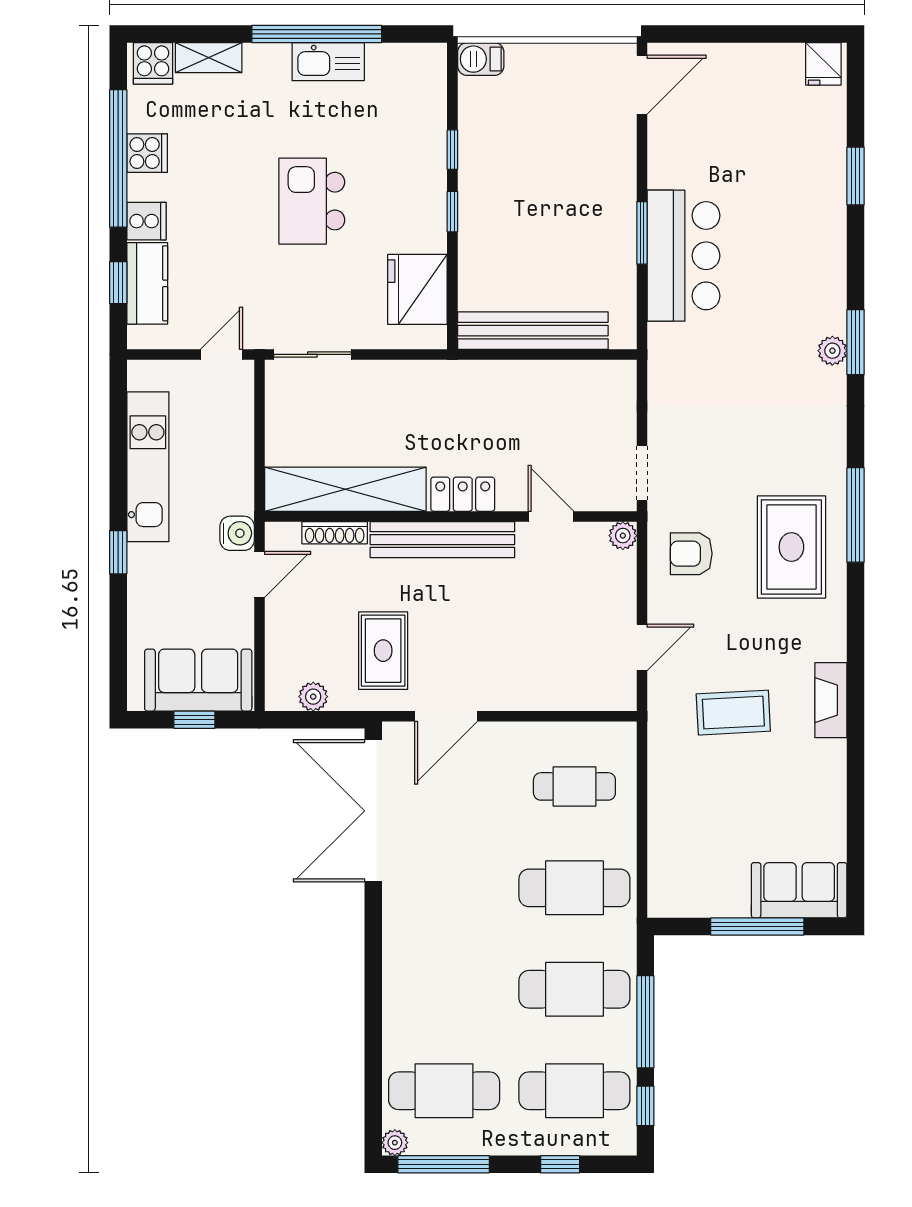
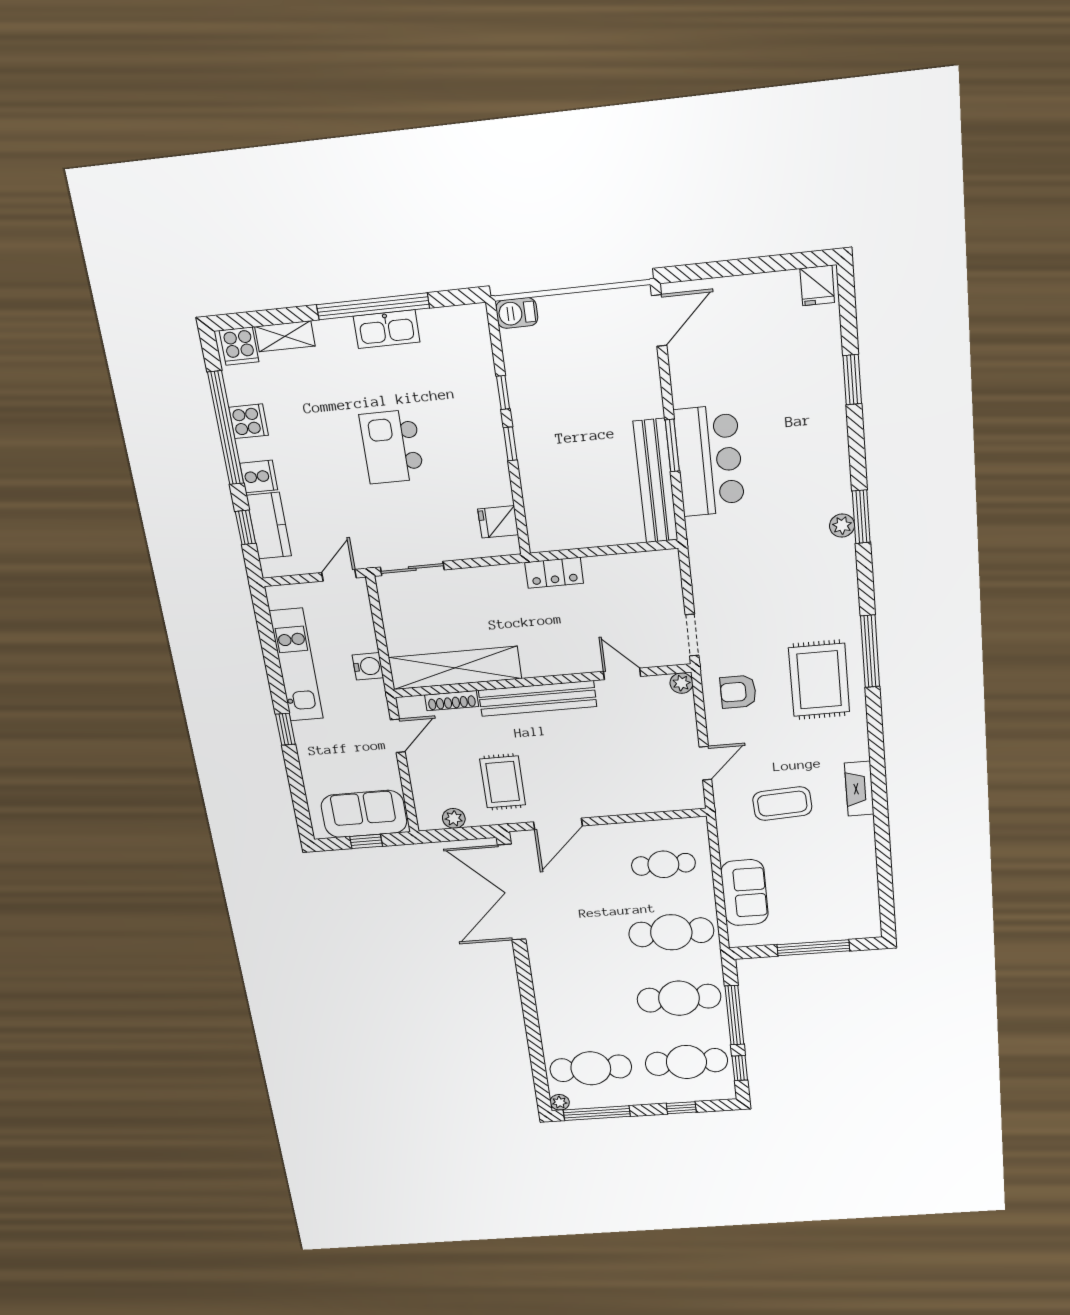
fridge: (417, 289) -> (498, 522), width x0.53, depth x0.75
bench: (533, 331) -> (656, 481), moved, turned 90
locker: (463, 494) -> (554, 573), moved, turned 180
water cooler: (237, 533) -> (368, 666), moved
sofa: (799, 890) -> (744, 893), moved, turned 90

